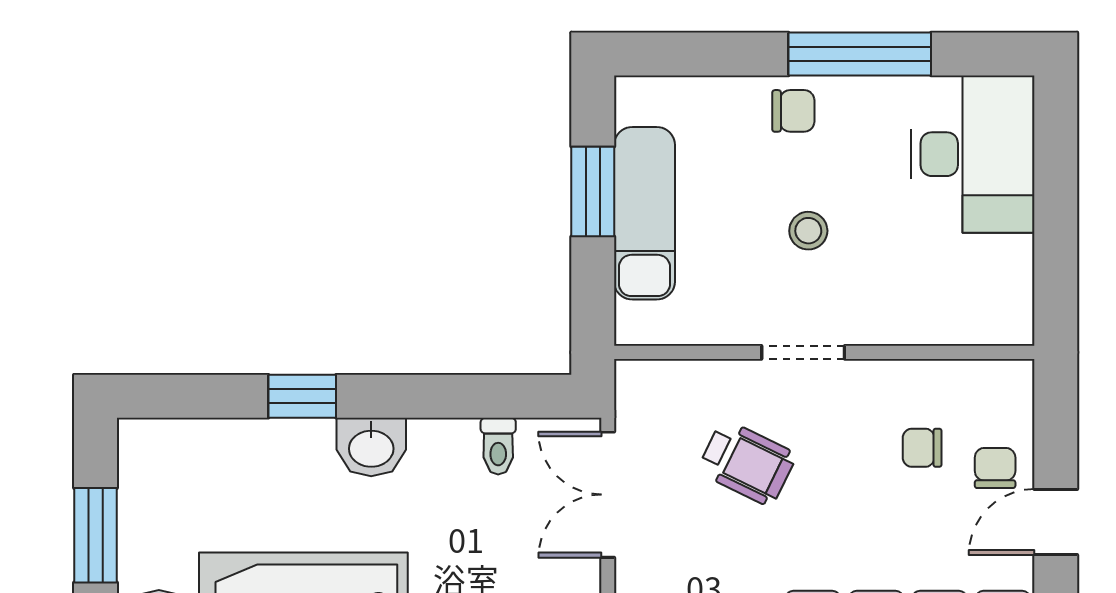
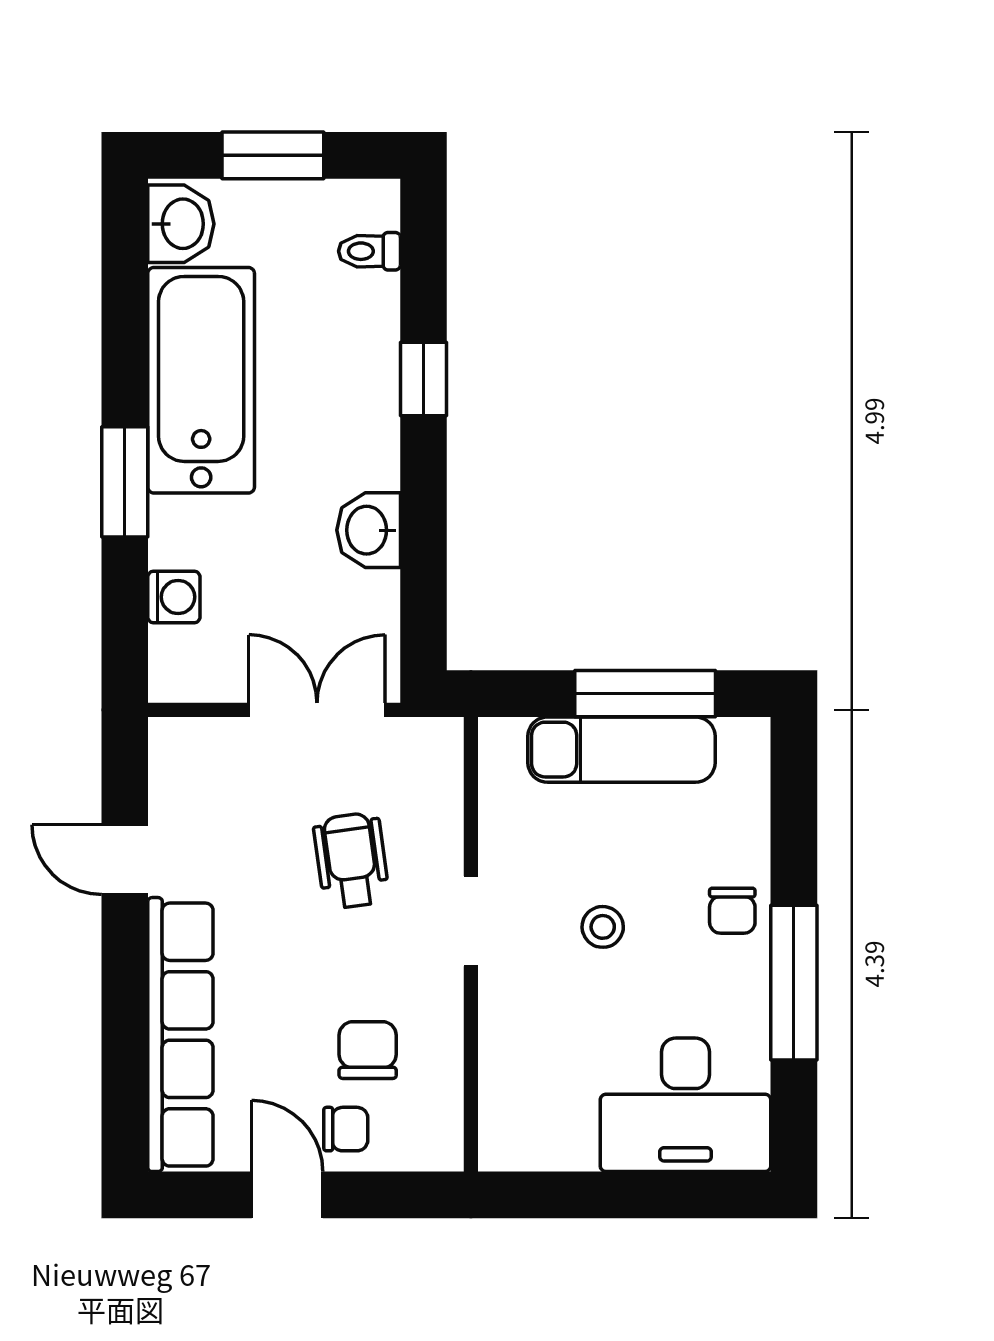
window: (593, 191) -> (645, 694), width x1.44
toilet: (498, 446) -> (369, 251), moved
washbasin: (371, 447) -> (369, 530), moved
chair: (922, 448) -> (368, 1050), width x1.37, depth x1.37
wheelchair: (747, 463) -> (351, 860), turned 146

